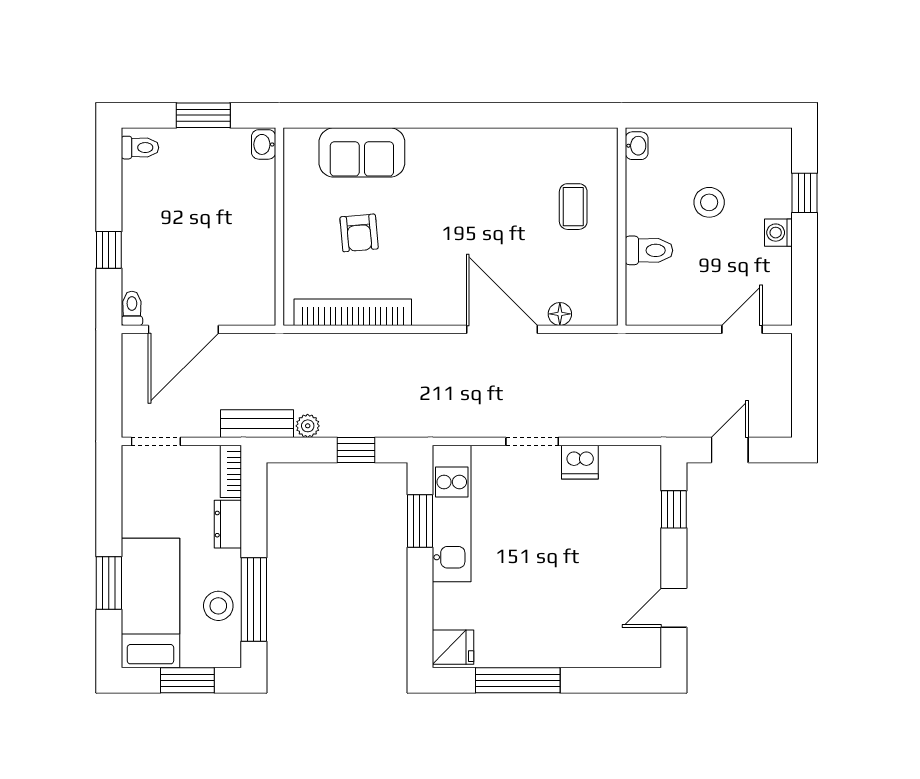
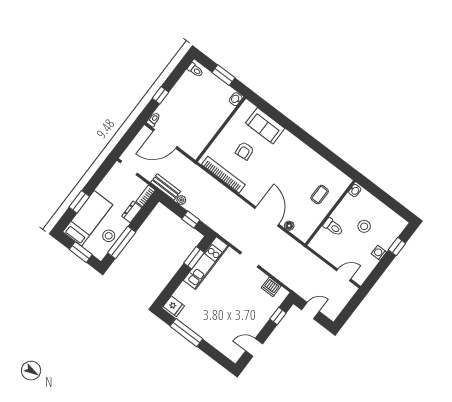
dishwasher: (580, 462) -> (271, 287), moved

